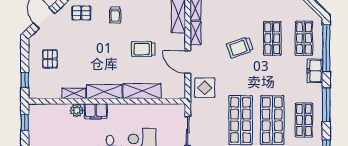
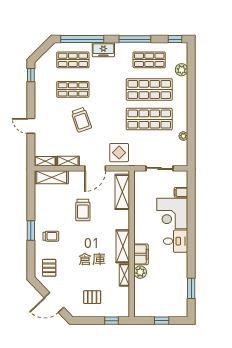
shelving: (142, 91) -> (122, 192), moved
window: (25, 122) -> (162, 321), moved

